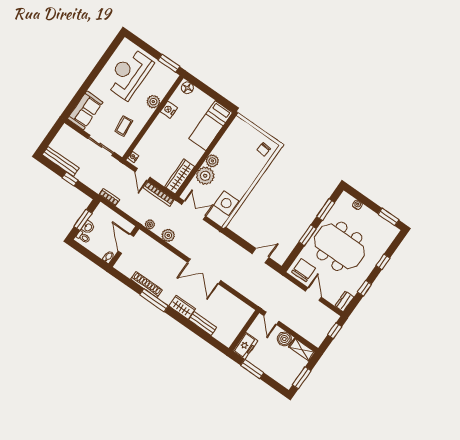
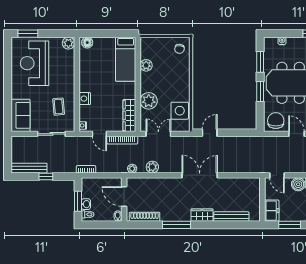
window: (169, 63) -> (28, 34), moved
plant: (153, 102) -> (68, 43), moved
nightstand: (169, 110) -> (85, 99), moved
plant: (212, 161) -> (146, 65), moved
door: (260, 256) -> (210, 133), moved
double door: (204, 271) -> (200, 175), swing flipped
shoe rack: (146, 284) -> (145, 217), moved
bench: (203, 324) -> (231, 217), width x1.36

